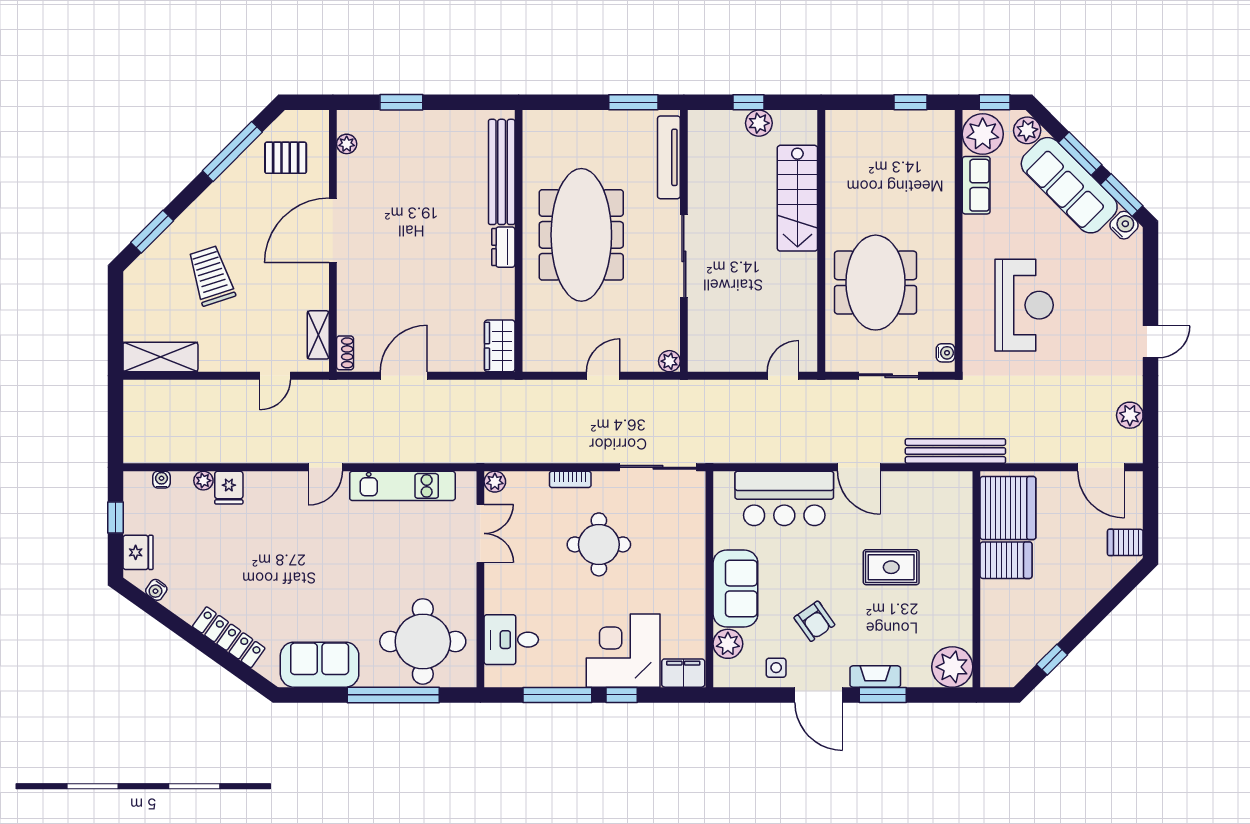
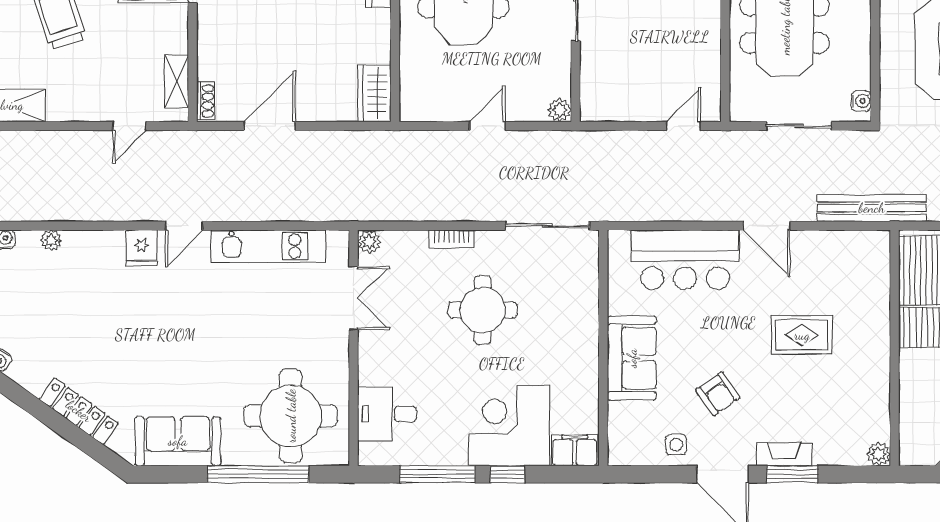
fridge: (229, 488) -> (141, 248), moved
plant: (728, 644) -> (623, 418), removed
plant: (952, 667) -> (879, 454), width x0.53, depth x0.53

